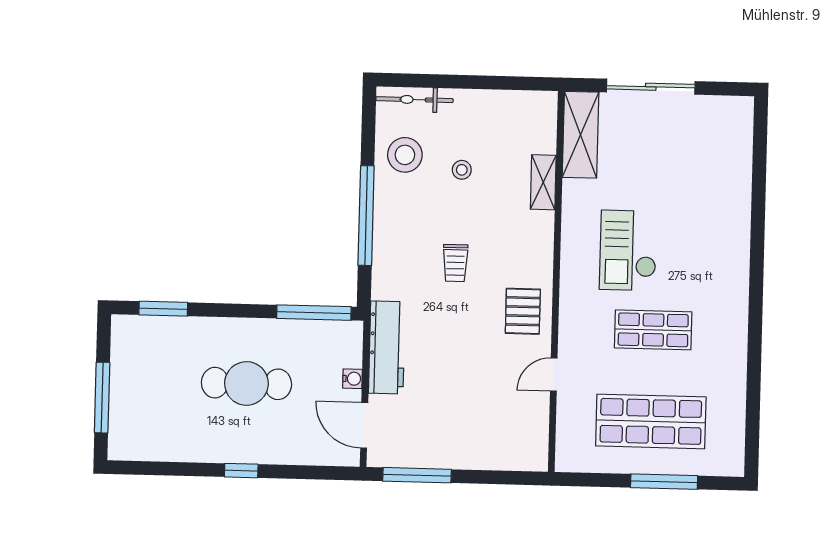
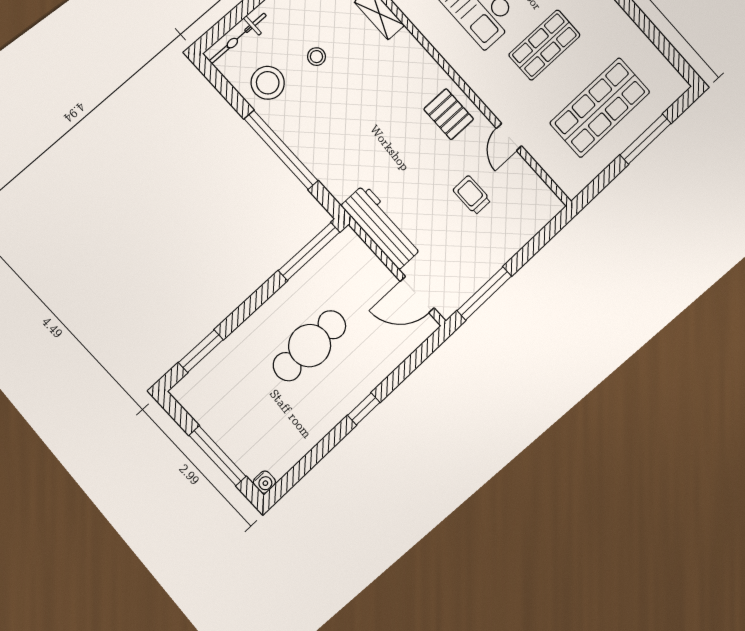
trolley: (455, 263) -> (472, 195), moved, turned 180
water cooler: (352, 379) -> (264, 482), moved, turned 90

